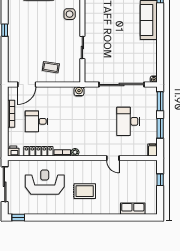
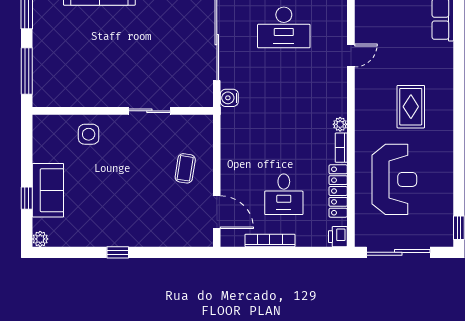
water cooler: (79, 91) -> (229, 98), moved
reception desk: (45, 182) -> (394, 179), turned 180

